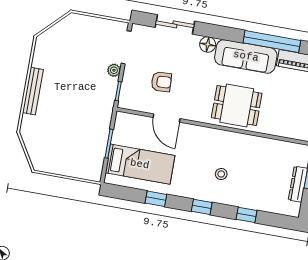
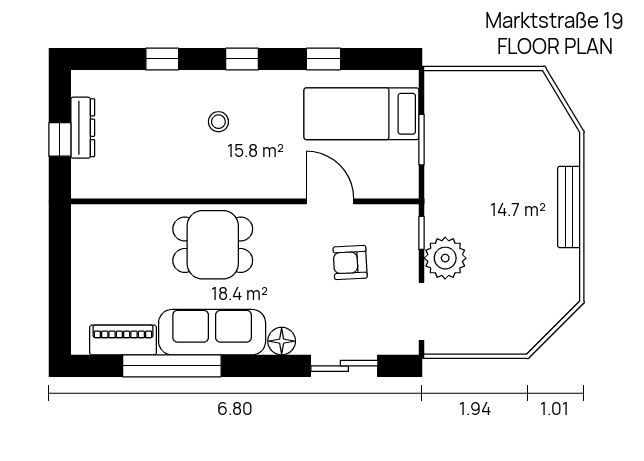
plant: (114, 70) -> (445, 258), width x1.88, depth x1.88

